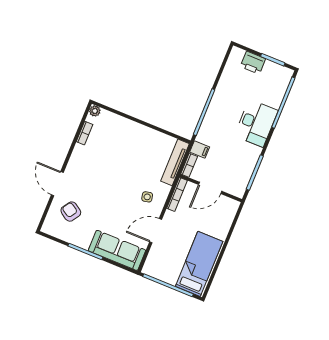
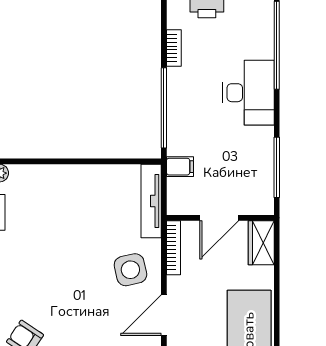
bookcase: (189, 165) -> (174, 48), moved
side table: (147, 197) -> (130, 270), width x1.87, depth x1.87
wardrobe: (228, 212) -> (261, 243), added

